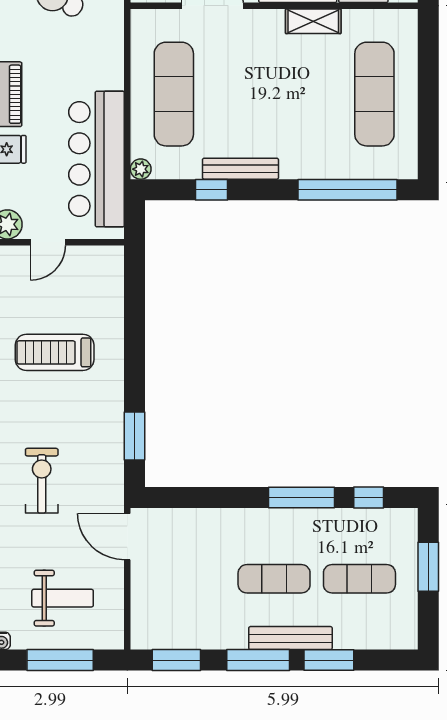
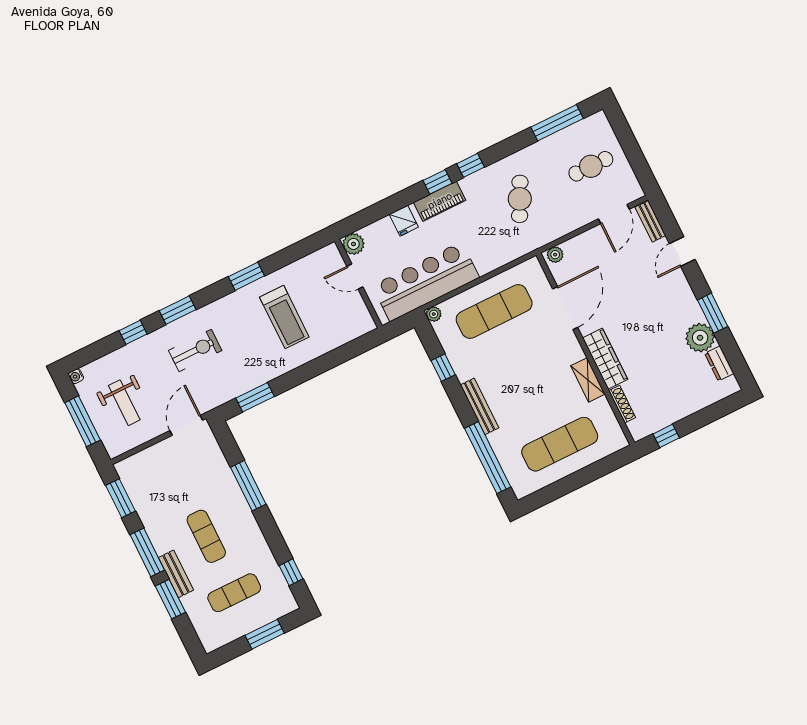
bench: (240, 169) -> (480, 406), moved
treadmill: (55, 352) -> (284, 317), turned 180
window: (302, 497) -> (248, 486), moved
exercise mat: (359, 579) -> (234, 593), turned 90
bench: (290, 638) -> (176, 574), width x0.73

